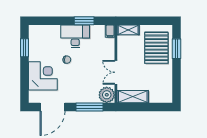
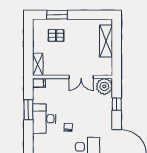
pallet: (156, 48) -> (56, 35), width x0.49, depth x0.50
shelving: (133, 97) -> (106, 41), moved
window: (89, 107) -> (117, 104), width x0.46

